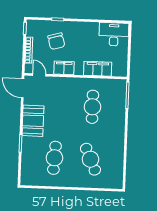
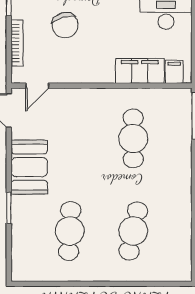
filing cabinet: (64, 68) -> (174, 72), moved, width x0.50
door: (39, 75) -> (37, 86), swing flipped
cafe table: (90, 159) -> (133, 231), turned 36

